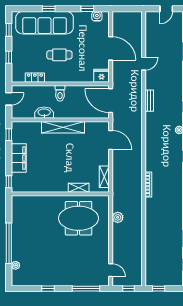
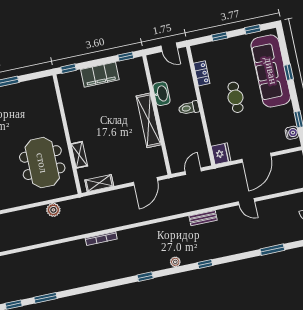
door: (111, 101) -> (193, 171), width x0.53

